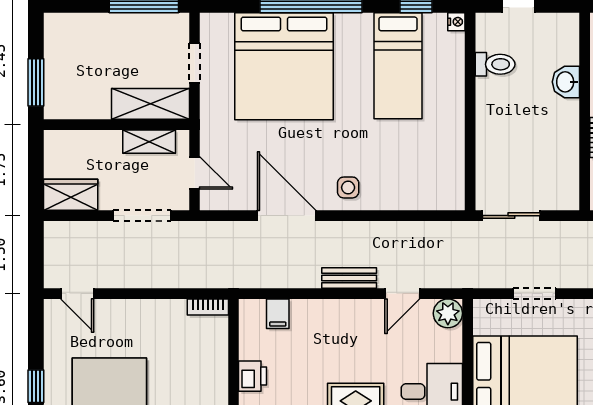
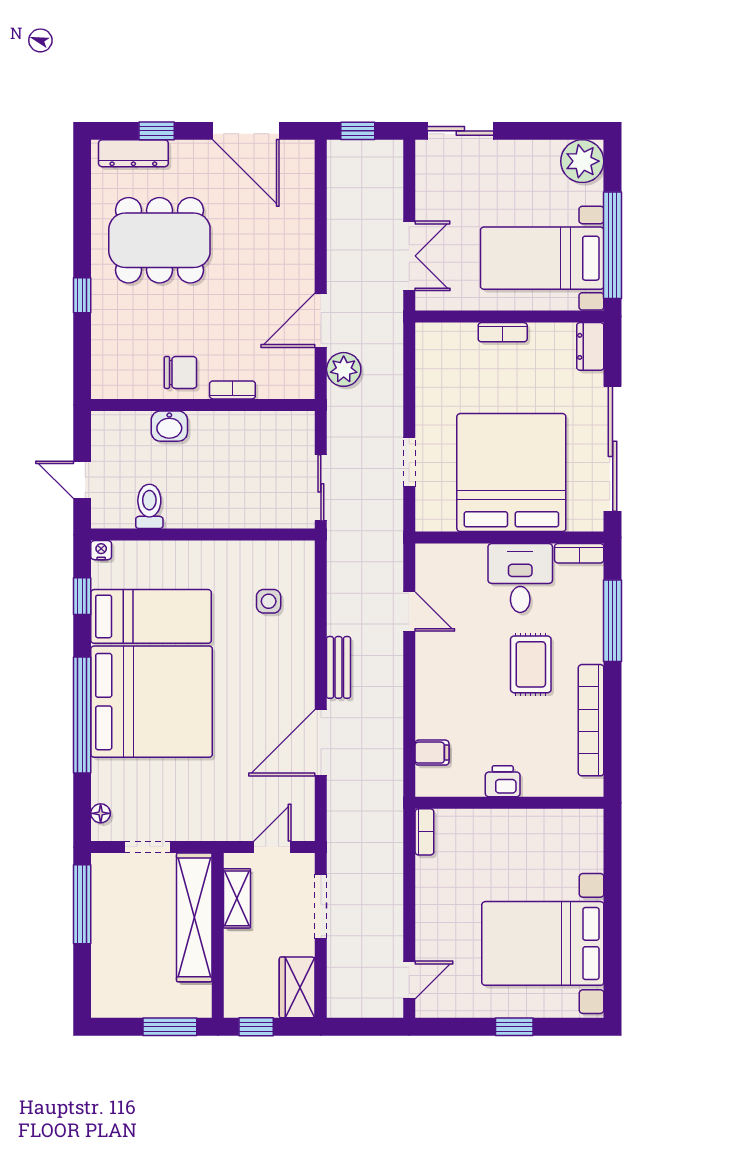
floor lamp: (224, 21) -> (101, 813), added
bed: (284, 66) -> (152, 702), moved
shelving: (150, 104) -> (194, 917), width x1.47
window: (36, 159) -> (256, 1027), added
side table: (348, 187) -> (269, 601), moved
bench: (349, 278) -> (339, 667), moved
plant: (448, 313) -> (432, 560), removed

